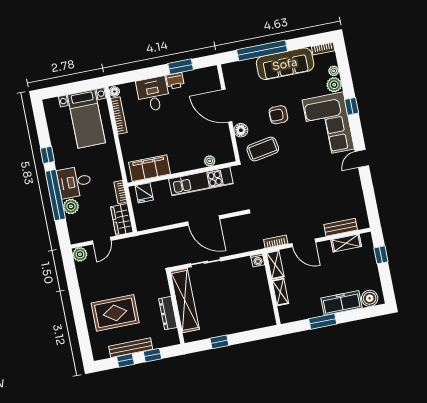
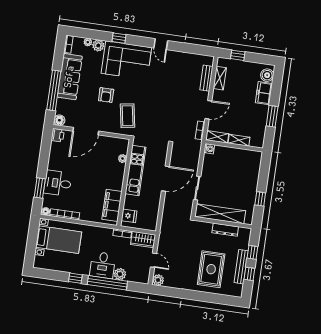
window: (181, 67) -> (40, 188), moved
printer: (175, 81) -> (58, 135), moved
floor lamp: (241, 130) -> (59, 120), moved
freezer: (342, 303) -> (264, 93), width x0.71

